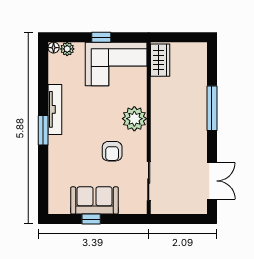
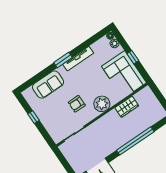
wardrobe: (160, 60) -> (127, 107), moved
window: (212, 108) -> (135, 141), width x1.46
sofa: (94, 200) -> (48, 85), moved, turned 90

